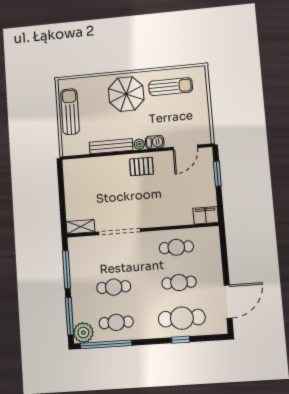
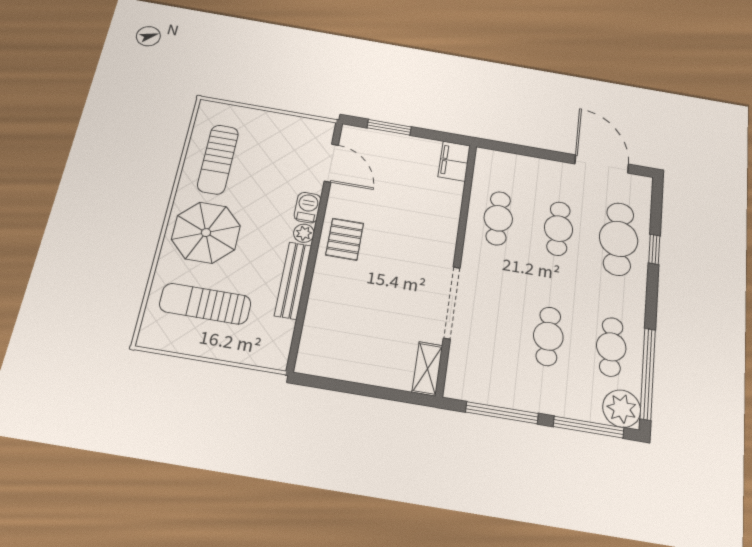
sun lounger: (171, 87) -> (218, 159), turned 180
sun lounger: (70, 112) -> (205, 304), moved

